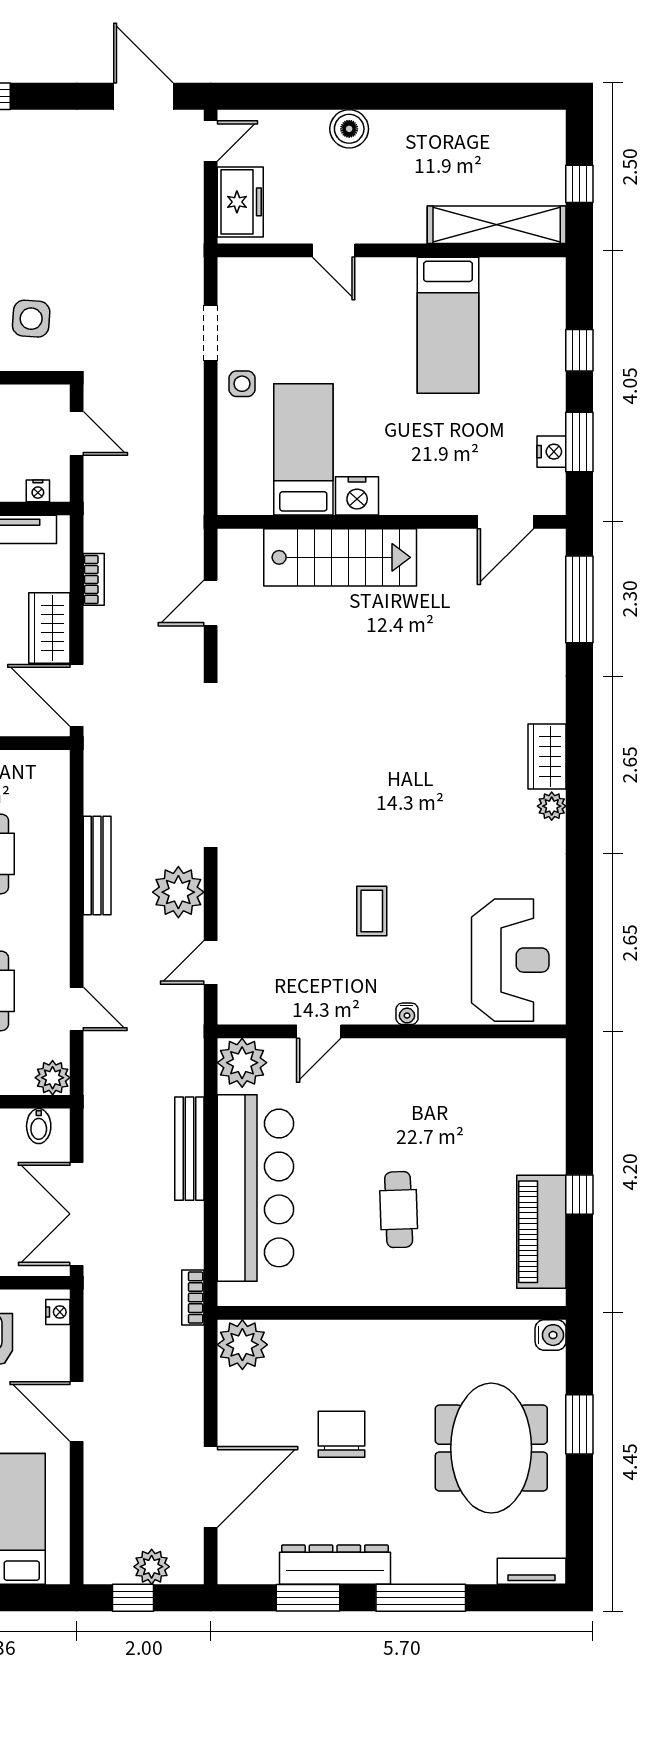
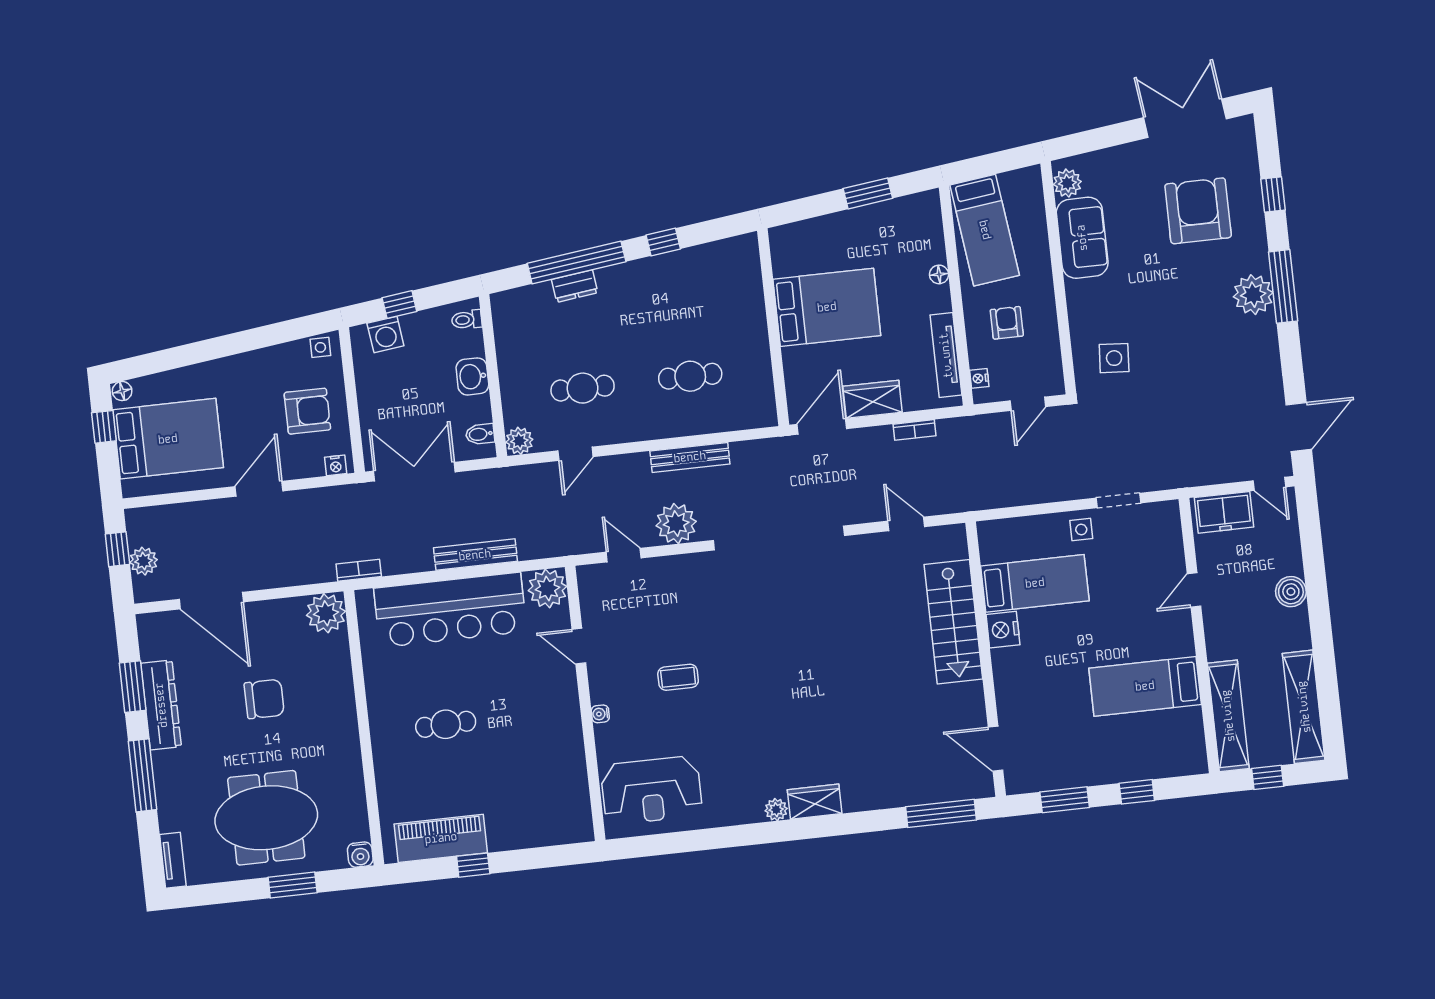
shelving: (496, 129) -> (1304, 707), added
nightstand: (552, 452) -> (1055, 779), removed

